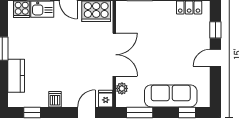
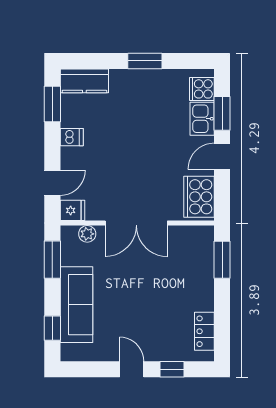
kitchen counter: (16, 76) -> (84, 81), moved
window: (32, 113) -> (52, 104), width x1.50
door: (86, 113) -> (52, 183), hinge flipped

